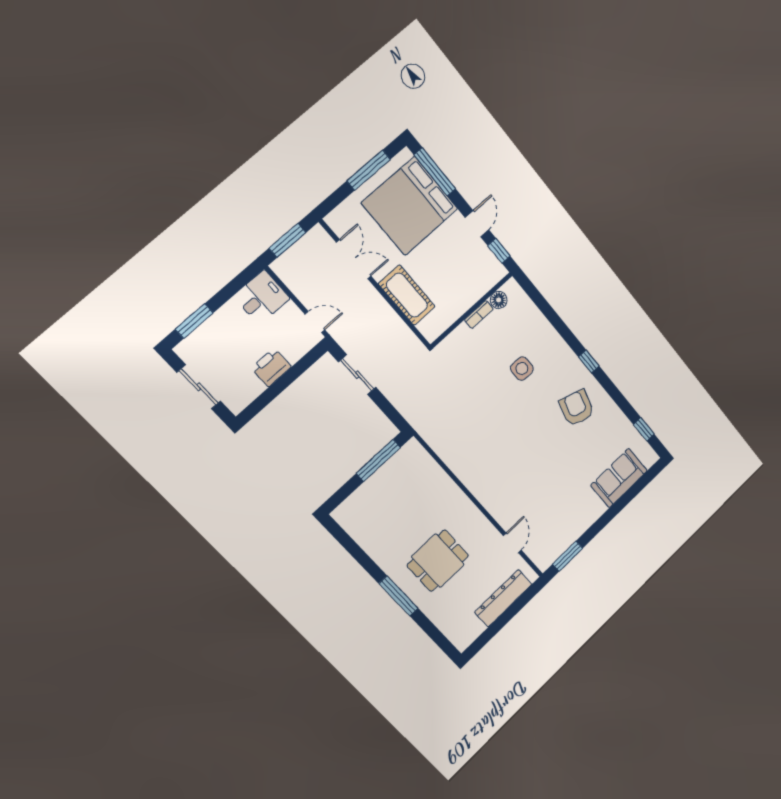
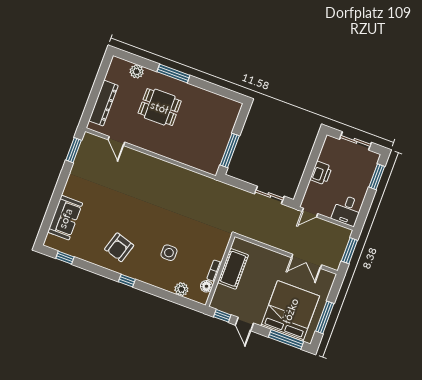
cot: (407, 295) -> (233, 269), moved, turned 90
plant: (531, 314) -> (181, 289), added
armchair: (577, 408) -> (119, 247), turned 90
dining table: (438, 561) -> (160, 107), turned 90
plant: (443, 620) -> (137, 71), added

